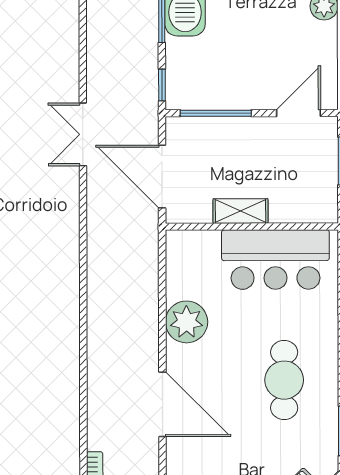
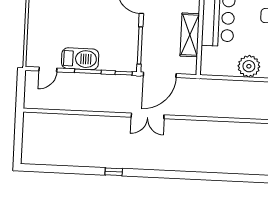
door: (162, 177) -> (160, 75), moved
shelving: (241, 211) -> (190, 35), width x1.50, depth x1.33

